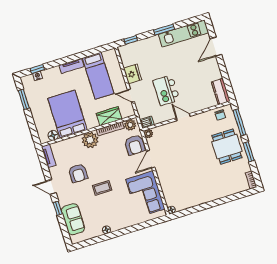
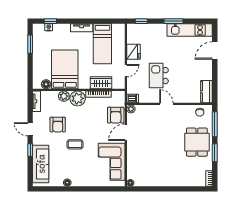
door: (131, 96) -> (126, 71), swing flipped
plant: (130, 125) -> (64, 96), moved
sofa: (73, 219) -> (41, 164), width x1.36

